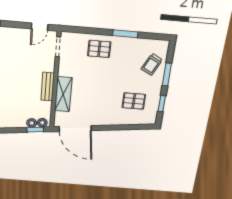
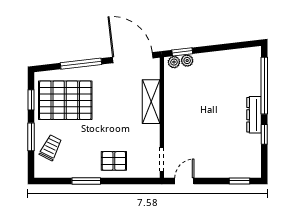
bench: (48, 87) -> (171, 110), removed
pallet: (134, 101) -> (65, 100), width x2.05, depth x2.00
window: (117, 127) -> (81, 64), added

